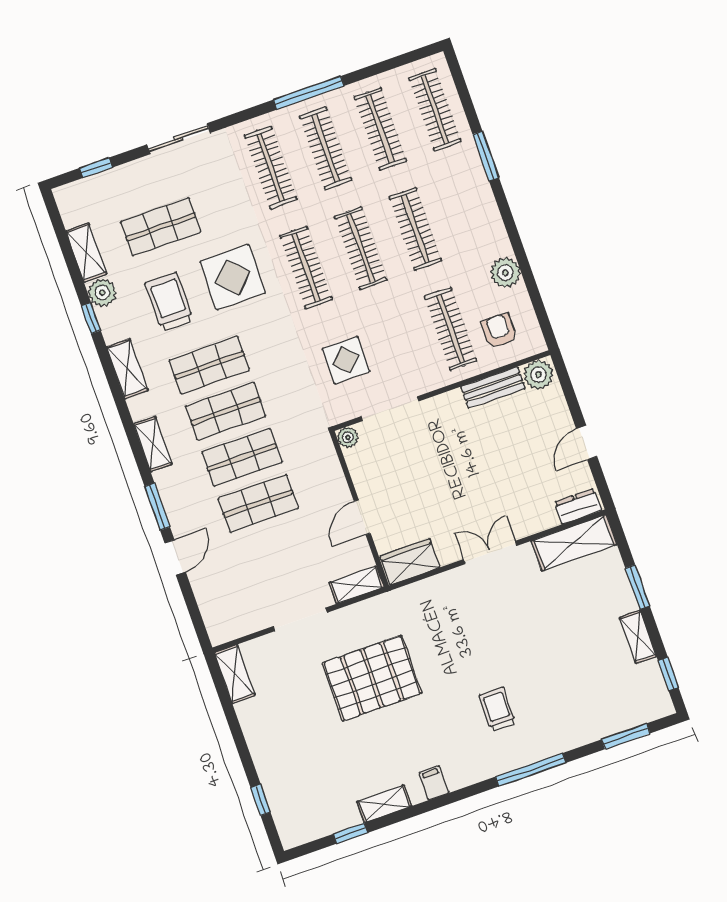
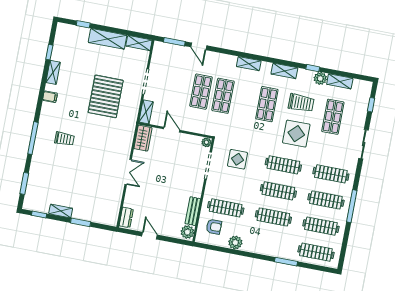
shop shelf: (226, 411) -> (245, 100), removed
window: (157, 507) -> (174, 42), moved
shelving: (574, 543) -> (108, 39), moved, turned 90

